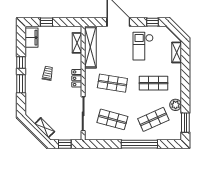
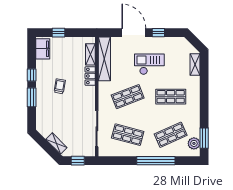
window: (153, 22) -> (158, 33), moved
checkout: (143, 46) -> (149, 64), moved, turned 90
locker: (77, 78) -> (90, 76), moved
shop shelf: (112, 83) -> (128, 97), turned -30
plant: (176, 105) -> (194, 143), moved

